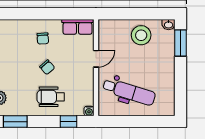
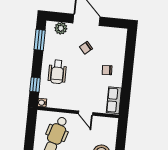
chair: (47, 67) -> (86, 48), moved
wheelchair: (51, 97) -> (57, 72), turned 180

